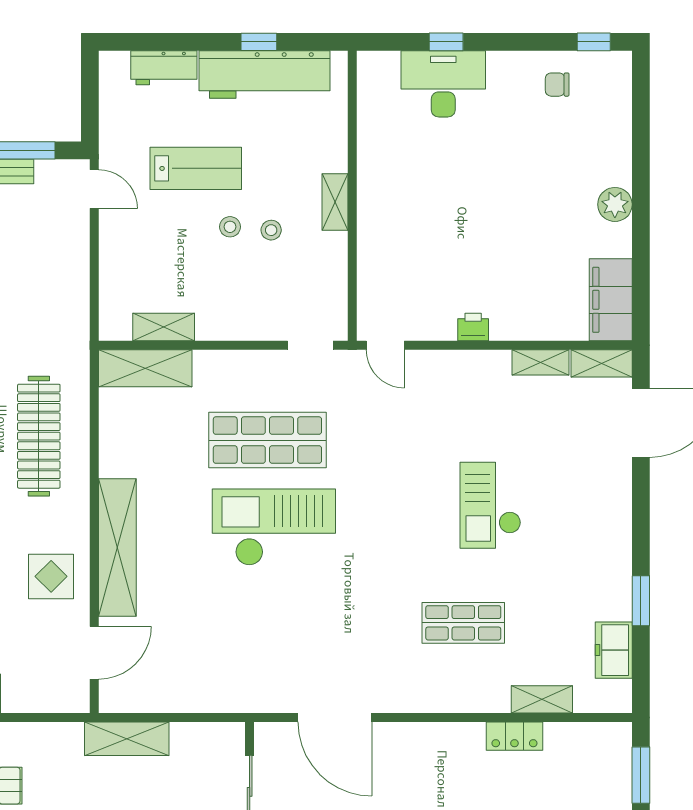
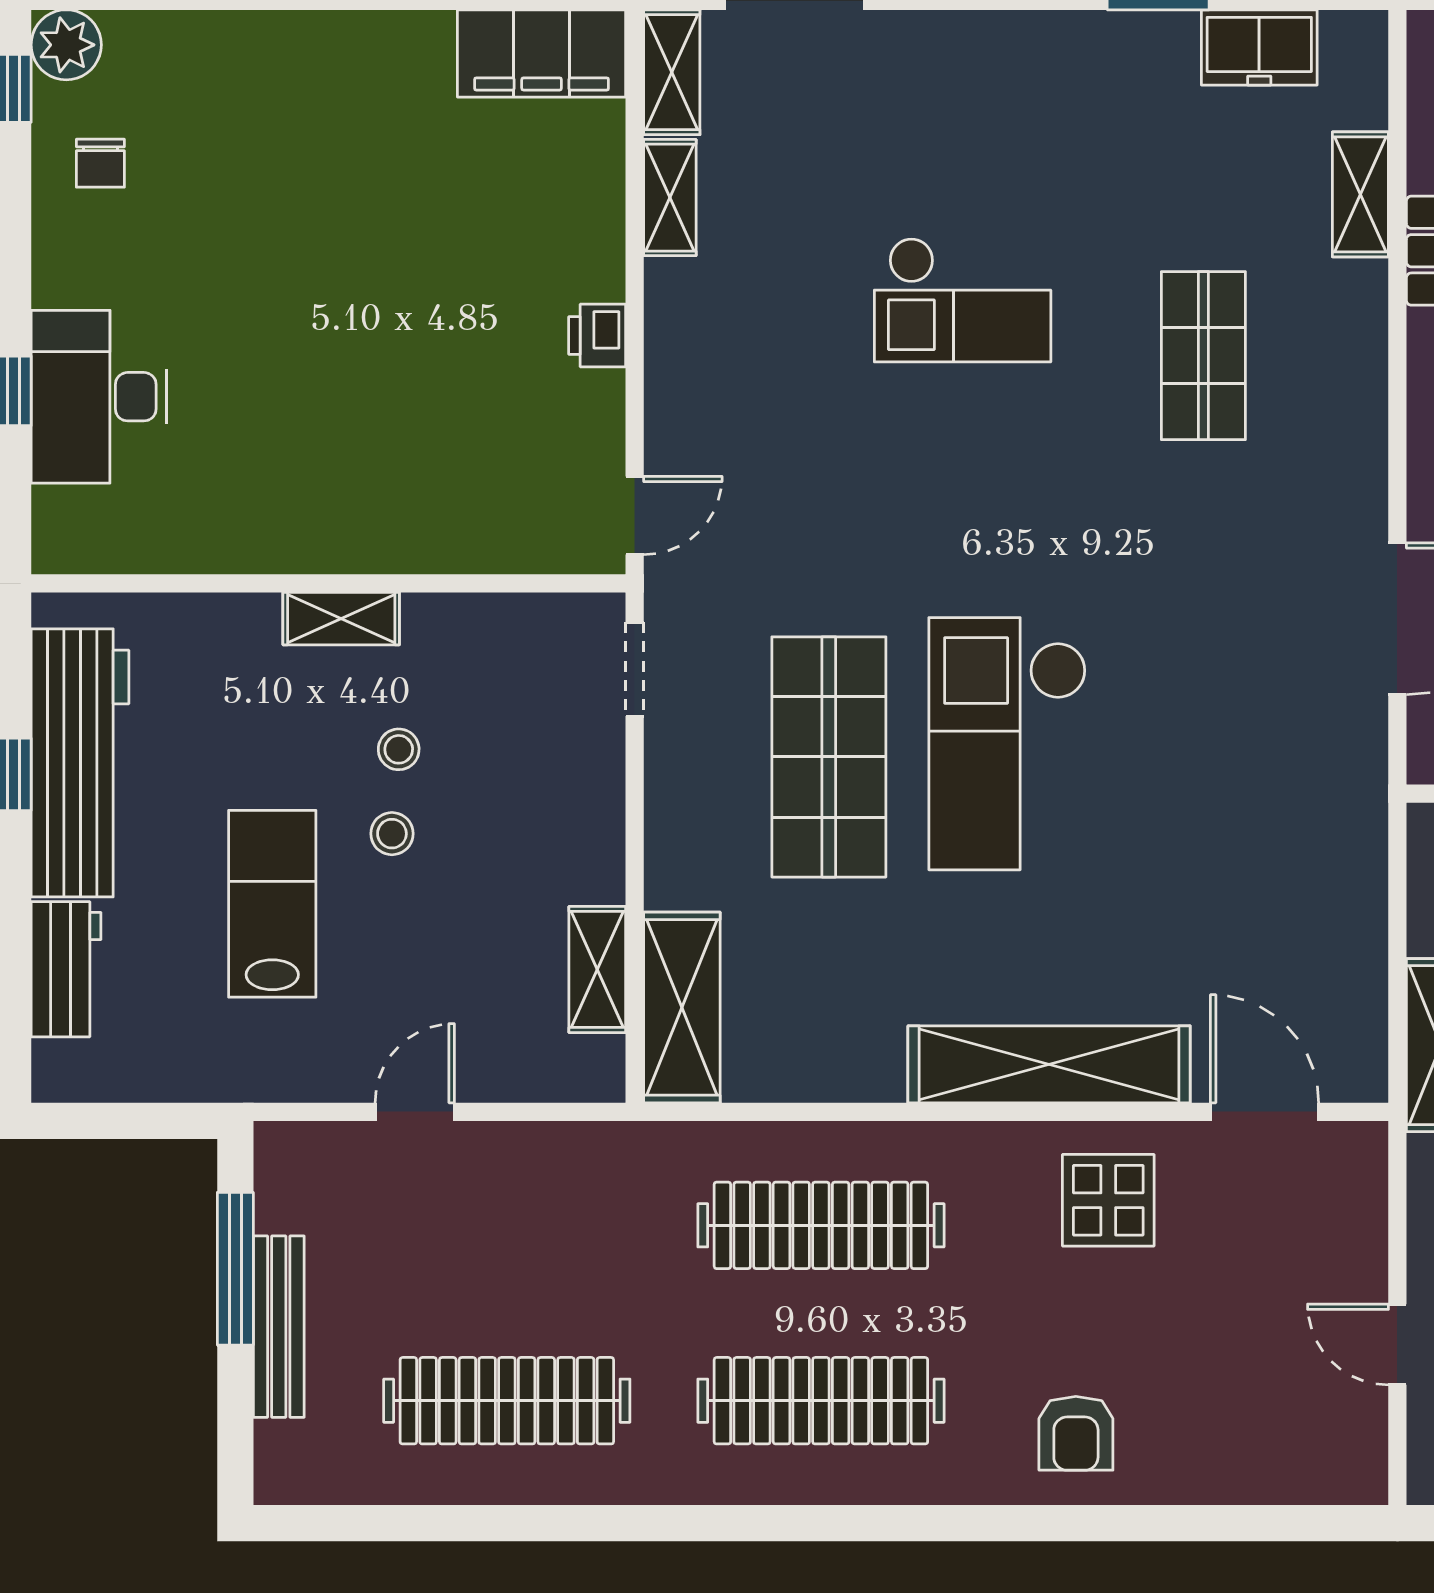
door: (94, 189) -> (415, 1112), moved
plant: (615, 204) -> (66, 45), moved

